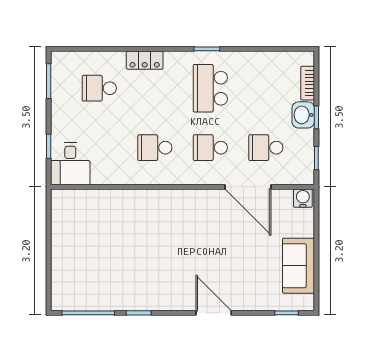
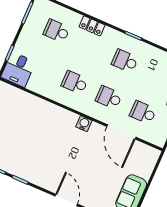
school desk: (210, 88) -> (125, 61), width x0.54
water cooler: (303, 198) -> (84, 124), moved

